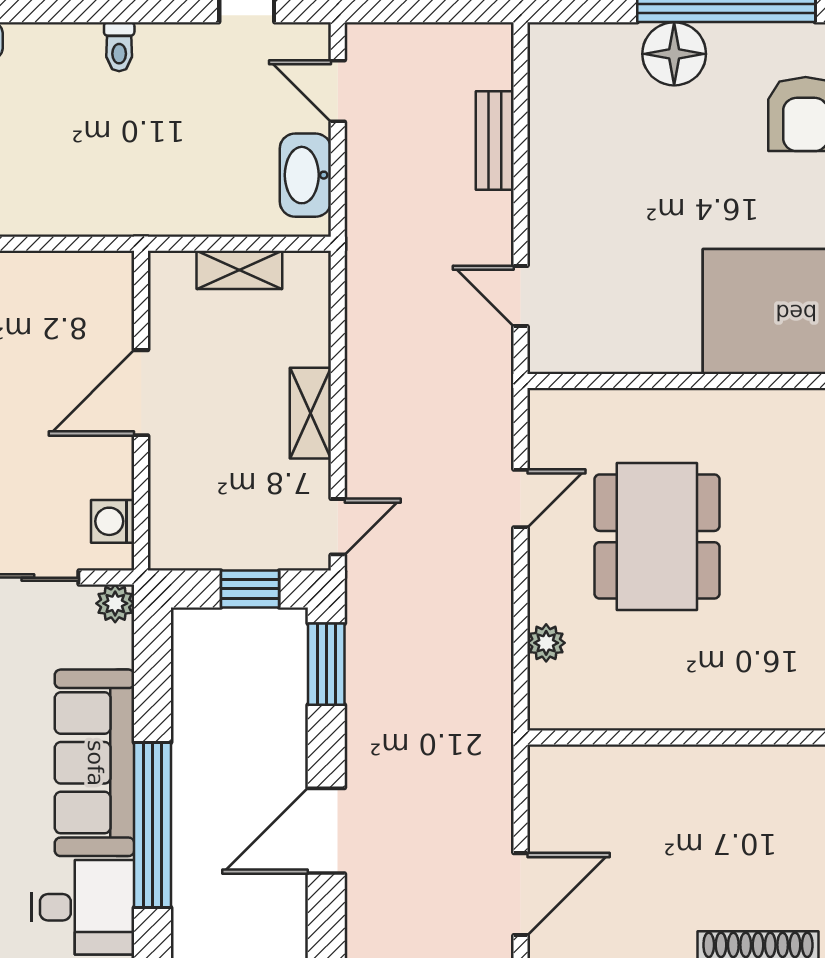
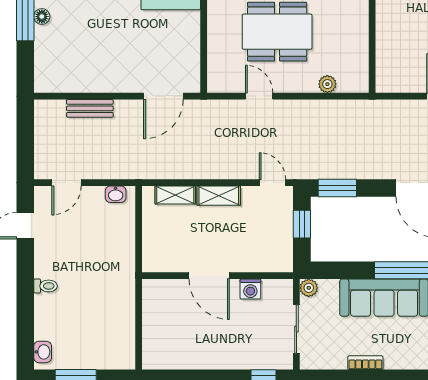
floor lamp: (674, 54) -> (42, 17), width x0.53, depth x0.53
washbasin: (305, 175) -> (116, 194), width x0.52, depth x0.69
shelving: (239, 270) -> (175, 195), moved, turned 90
door: (520, 296) -> (163, 96), width x1.37
washing machine: (113, 521) -> (250, 289), moved

